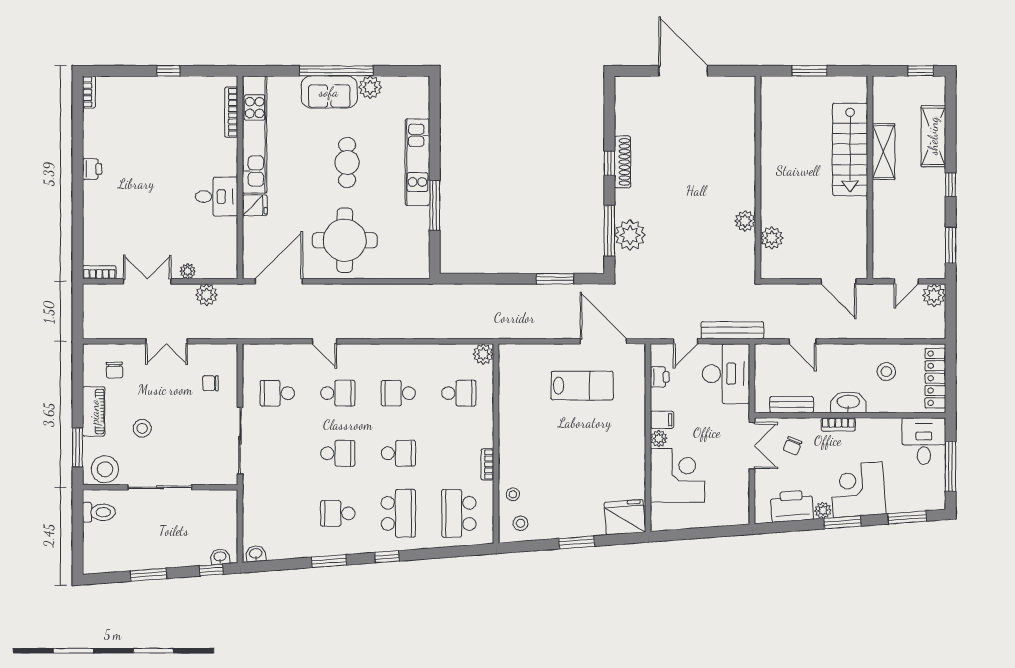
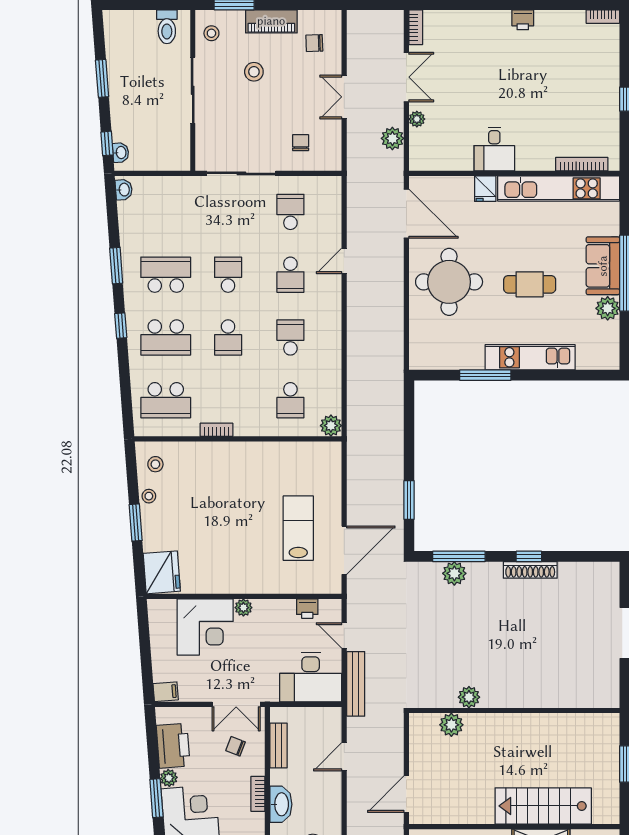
plant: (630, 235) -> (454, 573), width x0.73, depth x0.73
lab bench: (582, 386) -> (298, 528), turned 180
filing cabinet: (662, 420) -> (166, 692), moved, turned -94
school desk: (338, 453) -> (228, 275), turned 180
stool: (105, 469) -> (211, 33), width x0.53, depth x0.53
stool: (513, 494) -> (149, 496), moved
school desk: (338, 513) -> (166, 275), width x1.85
school desk: (459, 513) -> (166, 400), turned 180

